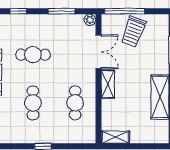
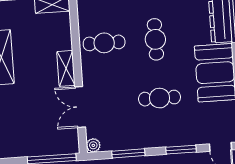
window: (18, 11) -> (181, 150), width x1.50
trolley: (134, 32) -> (39, 135), removed
cafe table: (75, 103) -> (104, 43), turned 90

